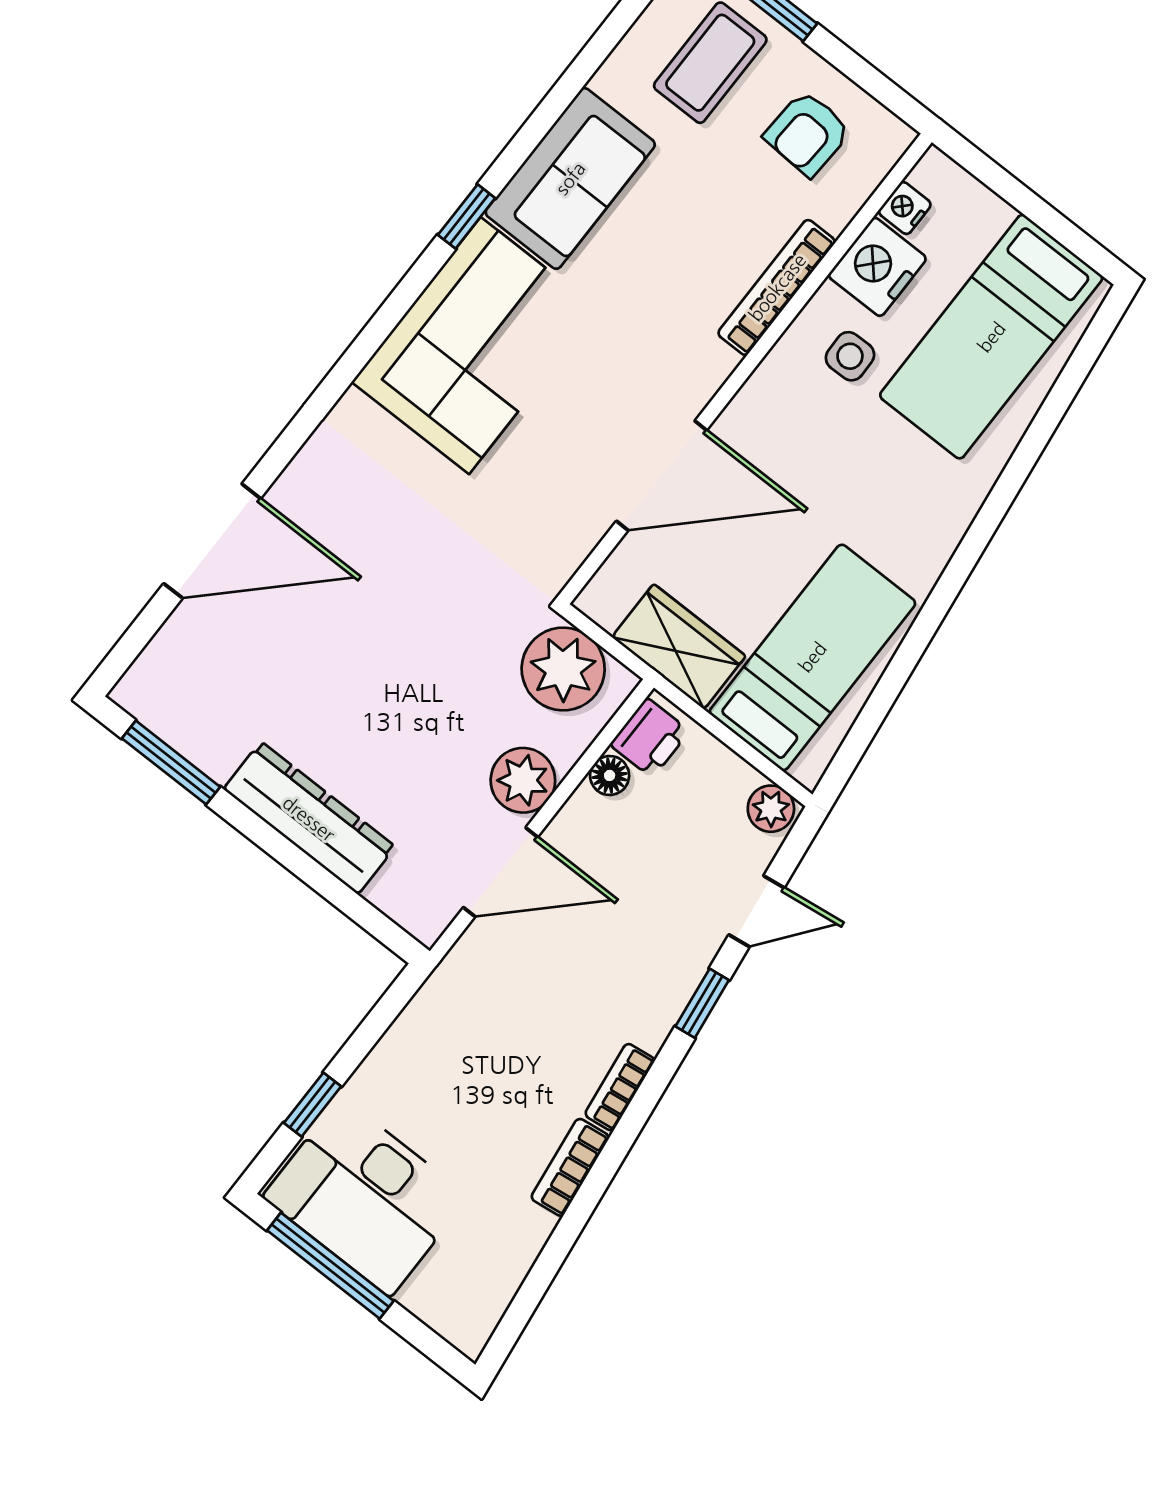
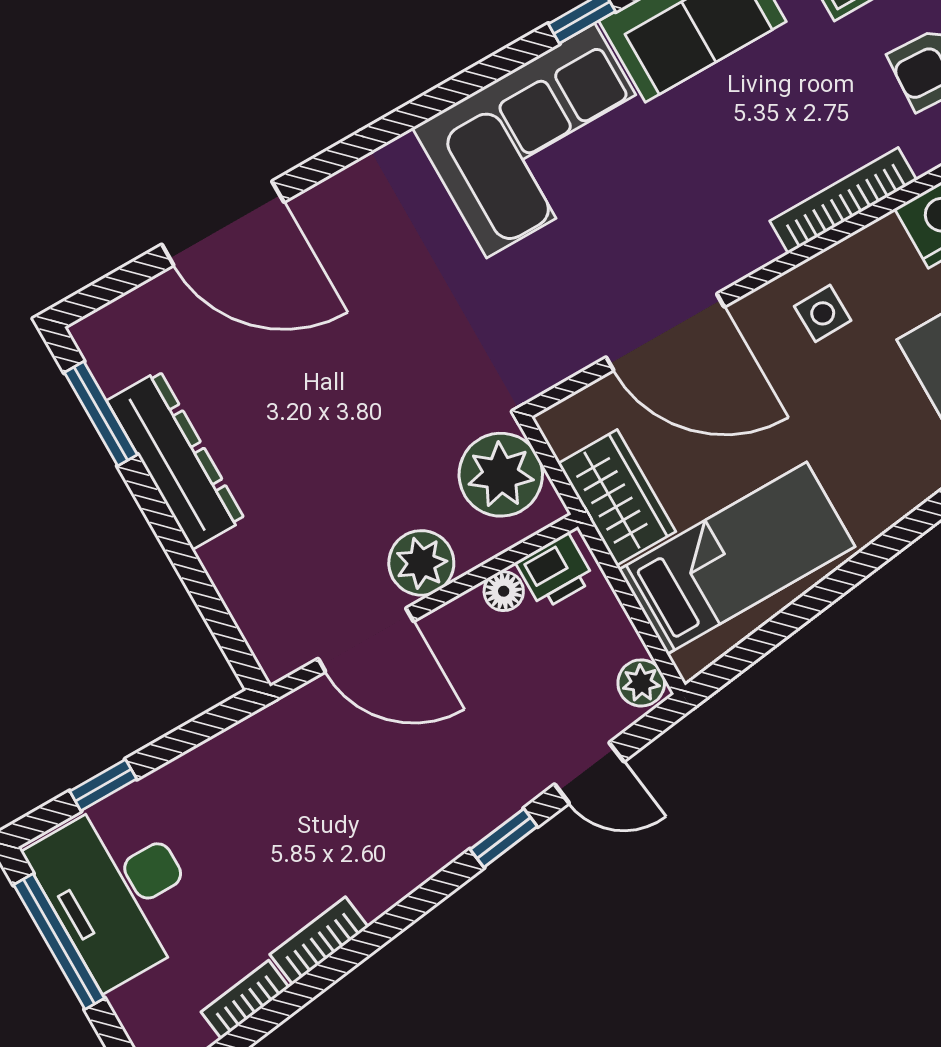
side table: (850, 356) -> (823, 313), moved
dresser: (309, 818) -> (176, 460), moved
bookcase: (620, 1087) -> (245, 1000), moved

